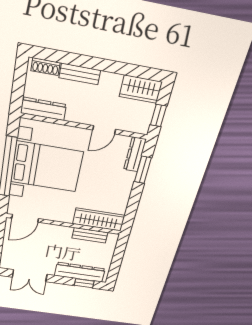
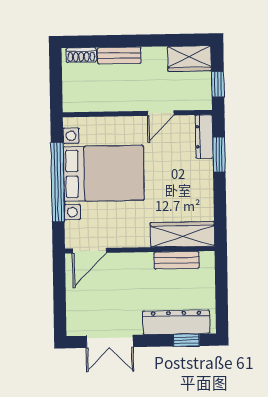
dresser: (43, 109) -> (87, 102), removed

